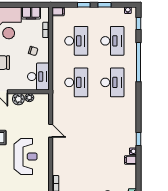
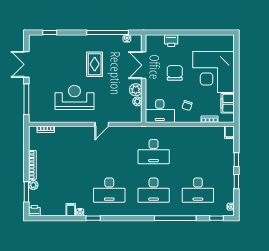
desk: (76, 41) -> (109, 190), moved
reception desk: (26, 156) -> (74, 97), turned 180

